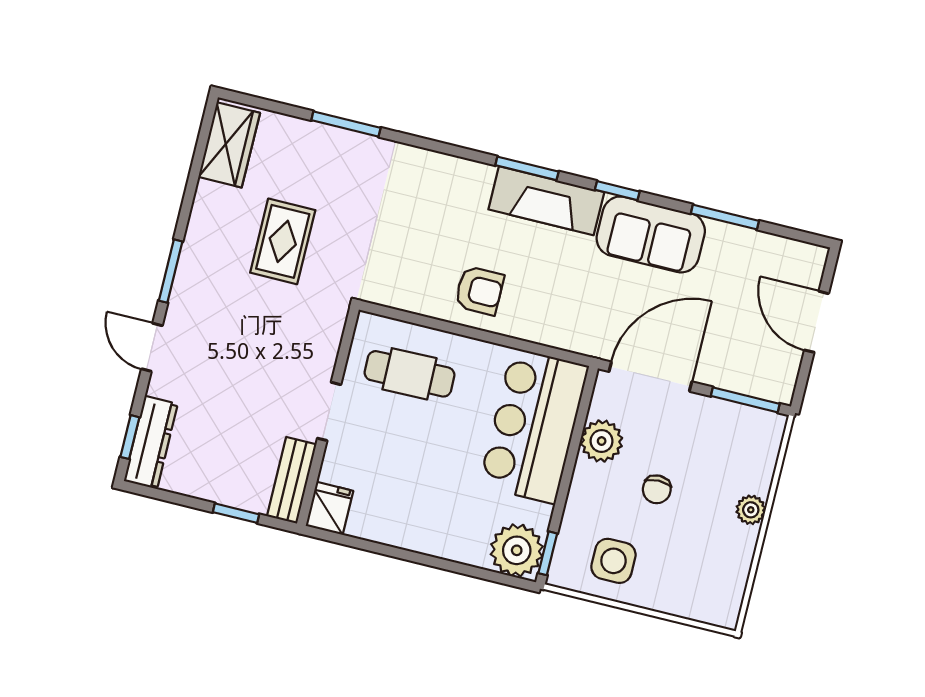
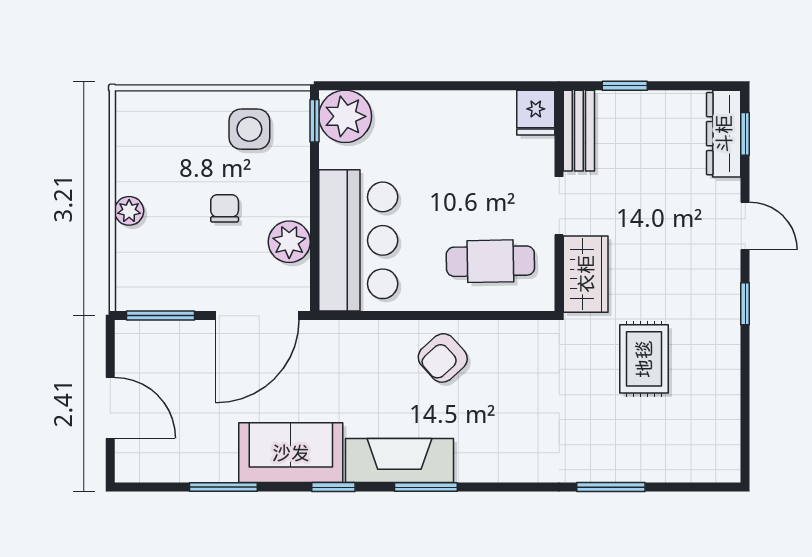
wardrobe: (229, 145) -> (586, 274), moved, turned 180
window: (171, 271) -> (745, 304), width x0.67
armchair: (479, 291) -> (443, 358), turned -42

